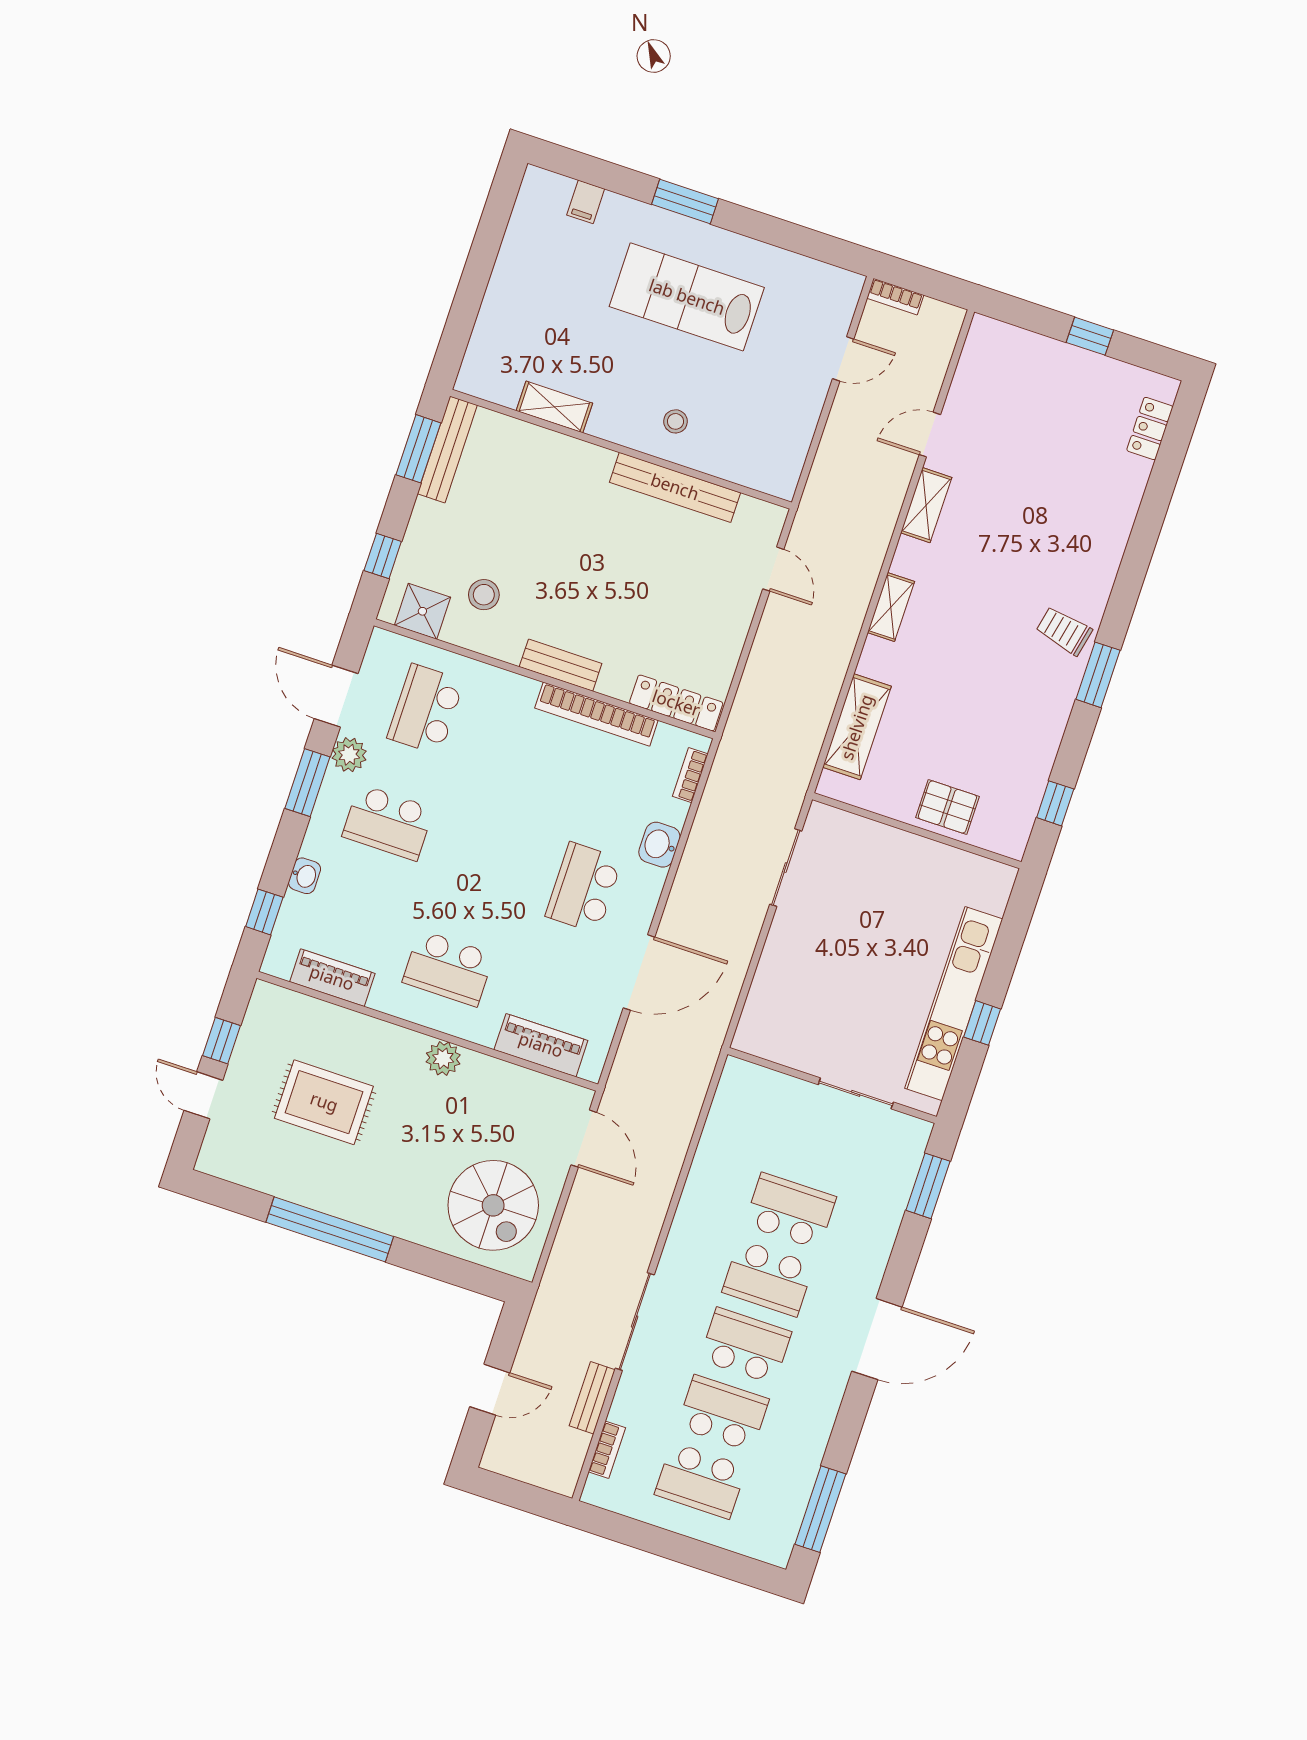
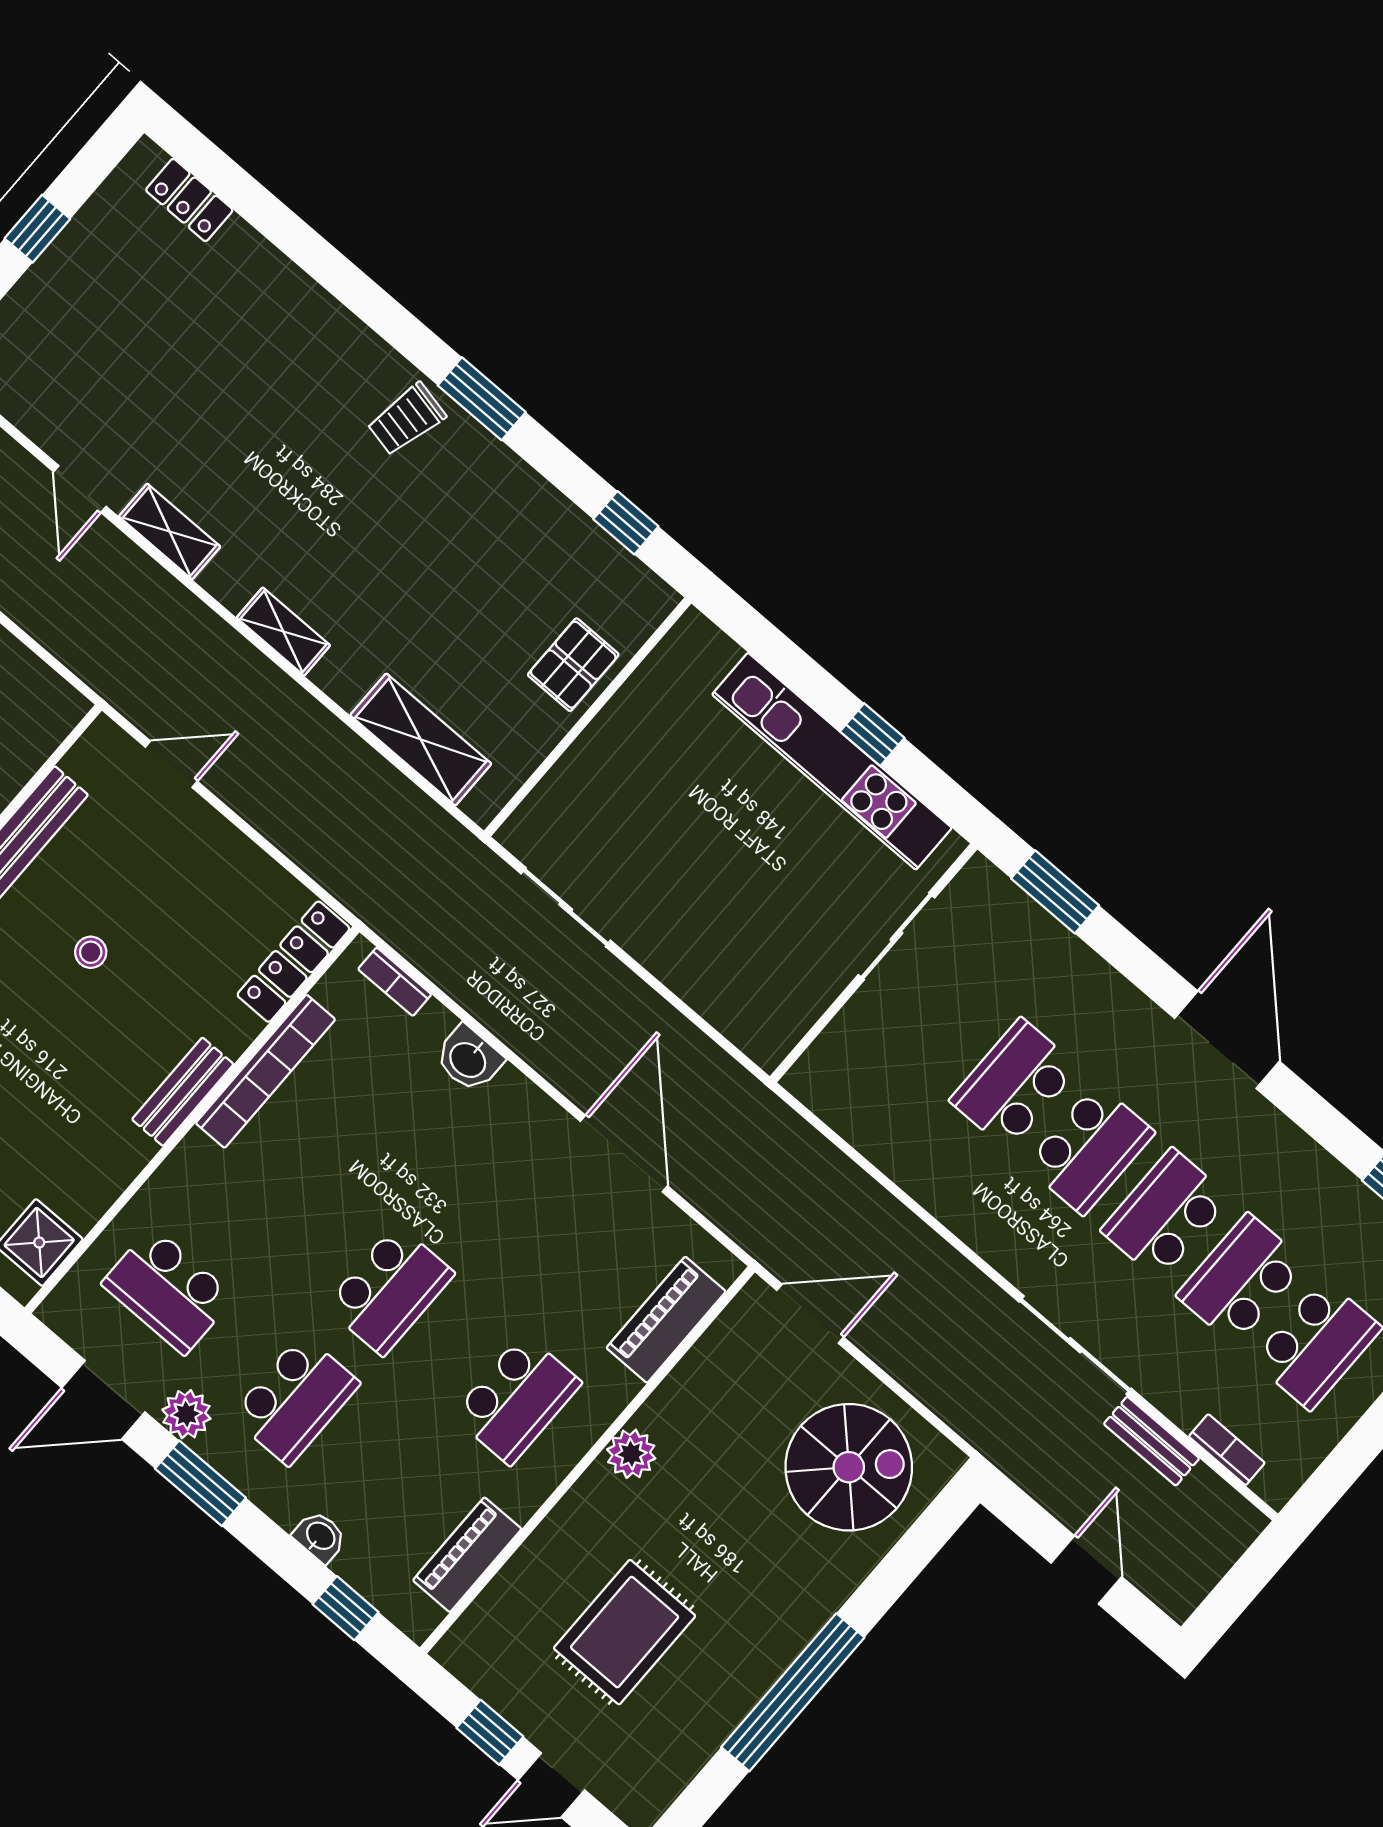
stool: (484, 595) -> (91, 952), moved, width x0.73, depth x0.73
school desk: (584, 888) -> (390, 1290), moved, turned -90

